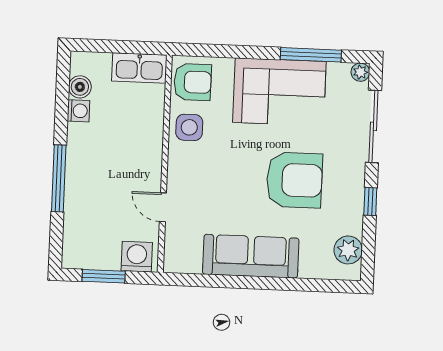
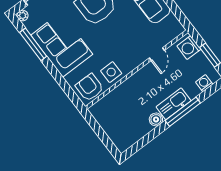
kitchen sink: (139, 68) -> (174, 104), moved, turned -90
boiler: (80, 87) -> (156, 119), moved
washing machine: (78, 111) -> (204, 83), moved

